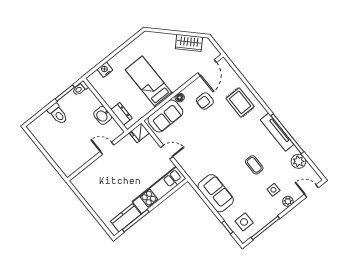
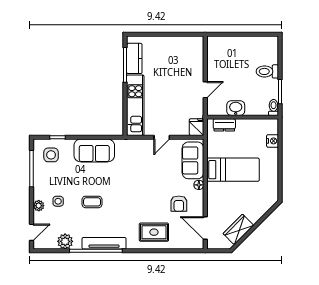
armchair: (205, 101) -> (179, 204), turned 180

